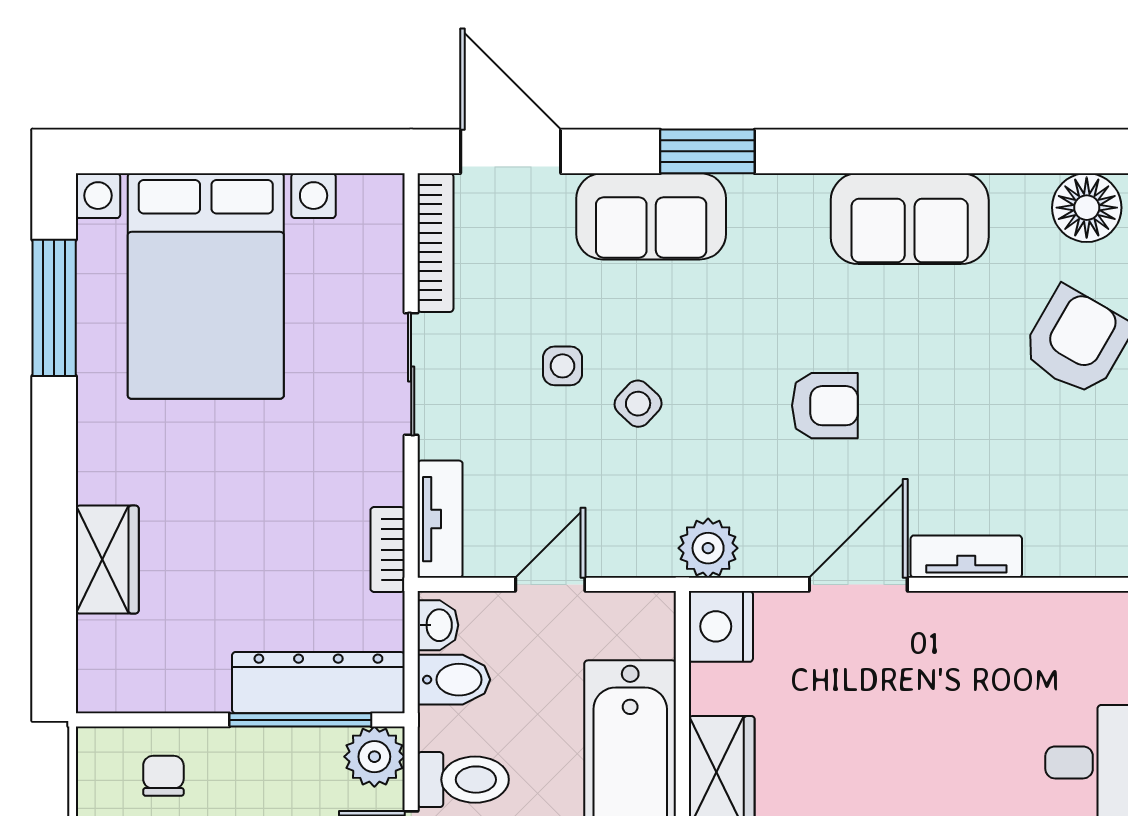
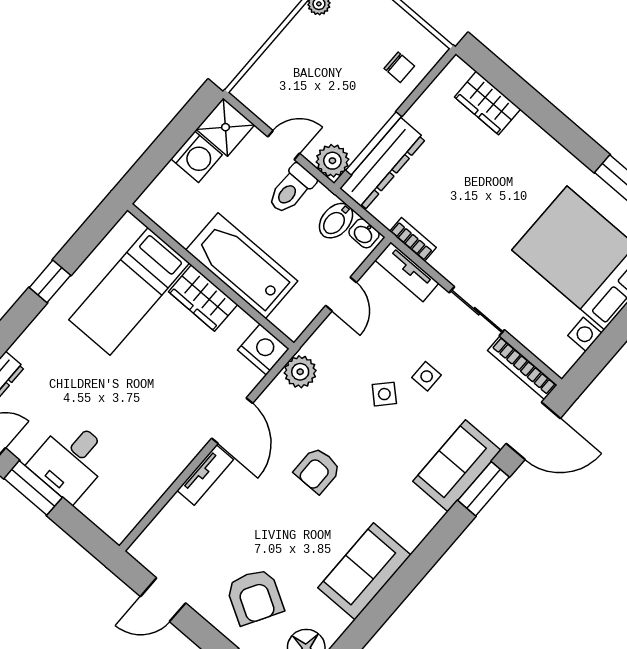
window: (707, 151) -> (484, 489), moved
wardrobe: (107, 560) -> (488, 103), moved

